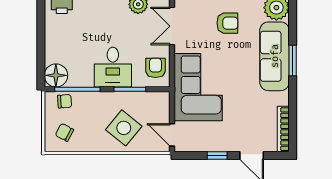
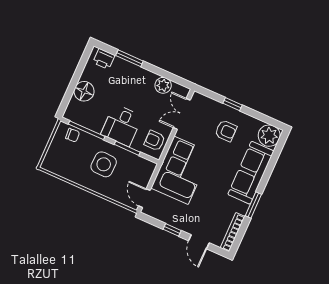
window: (293, 60) -> (253, 205), moved
armchair: (155, 68) -> (155, 141), turned -90
floor lamp: (56, 75) -> (84, 91), moved
side table: (124, 128) -> (104, 164), moved, turned -37
chair: (64, 132) -> (62, 159), removed

